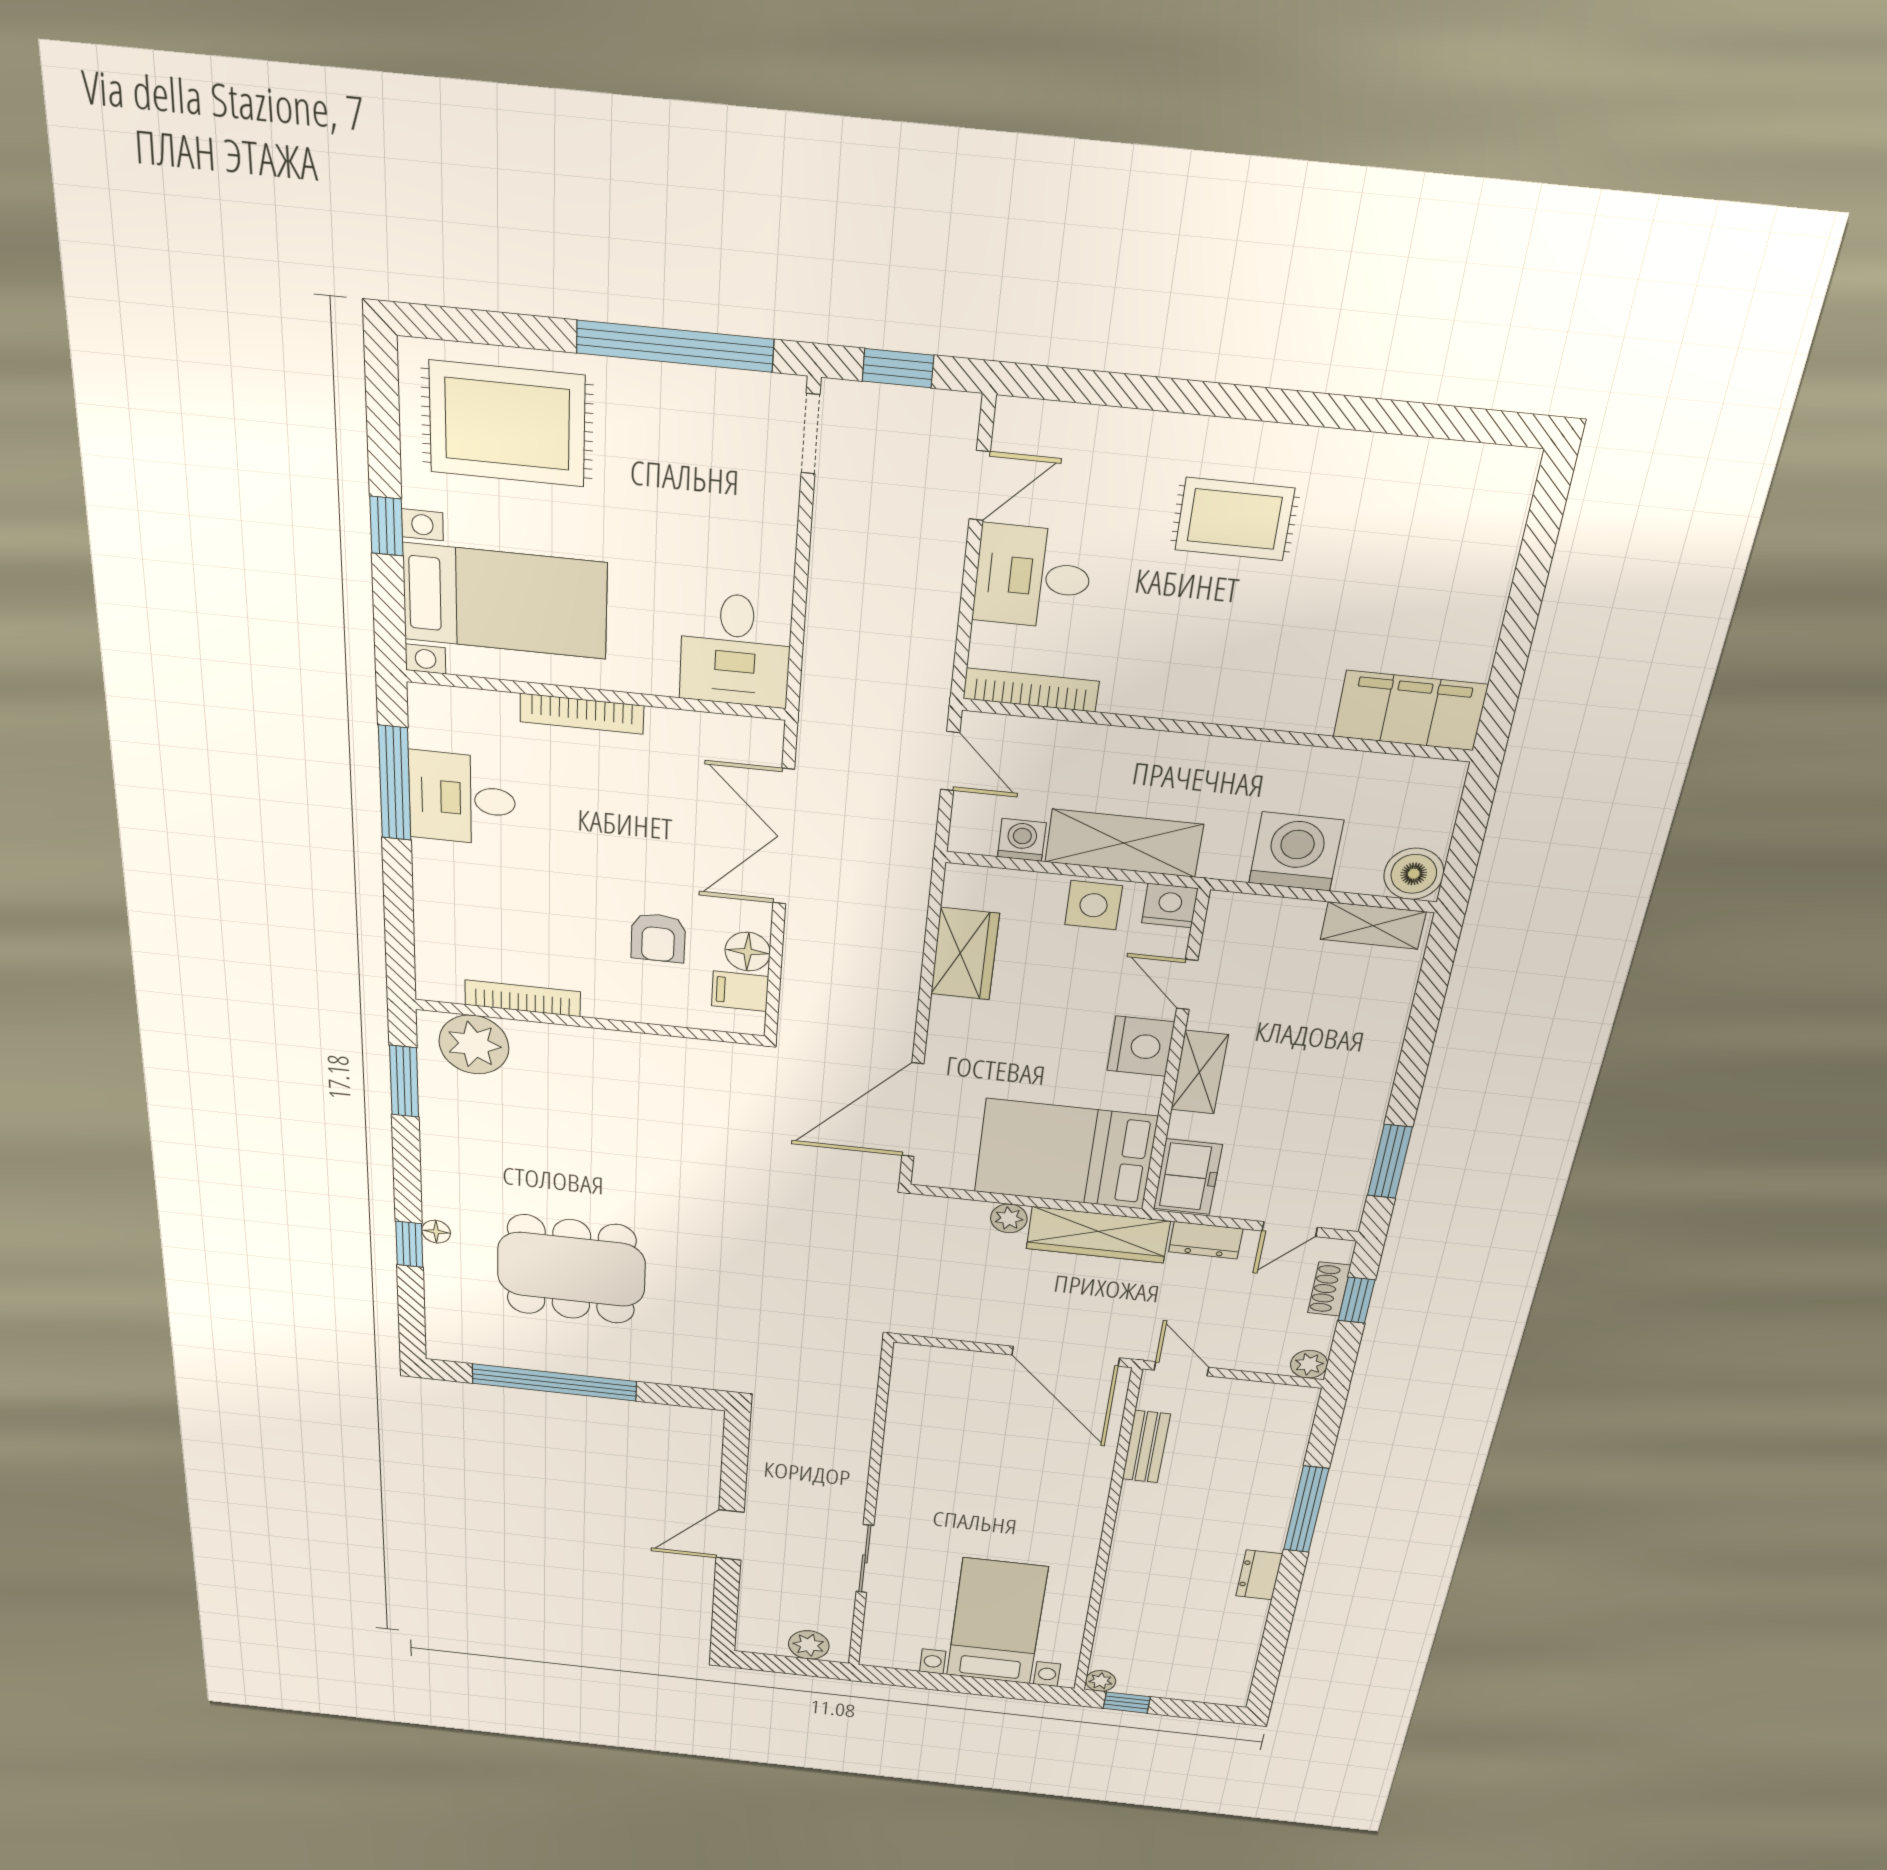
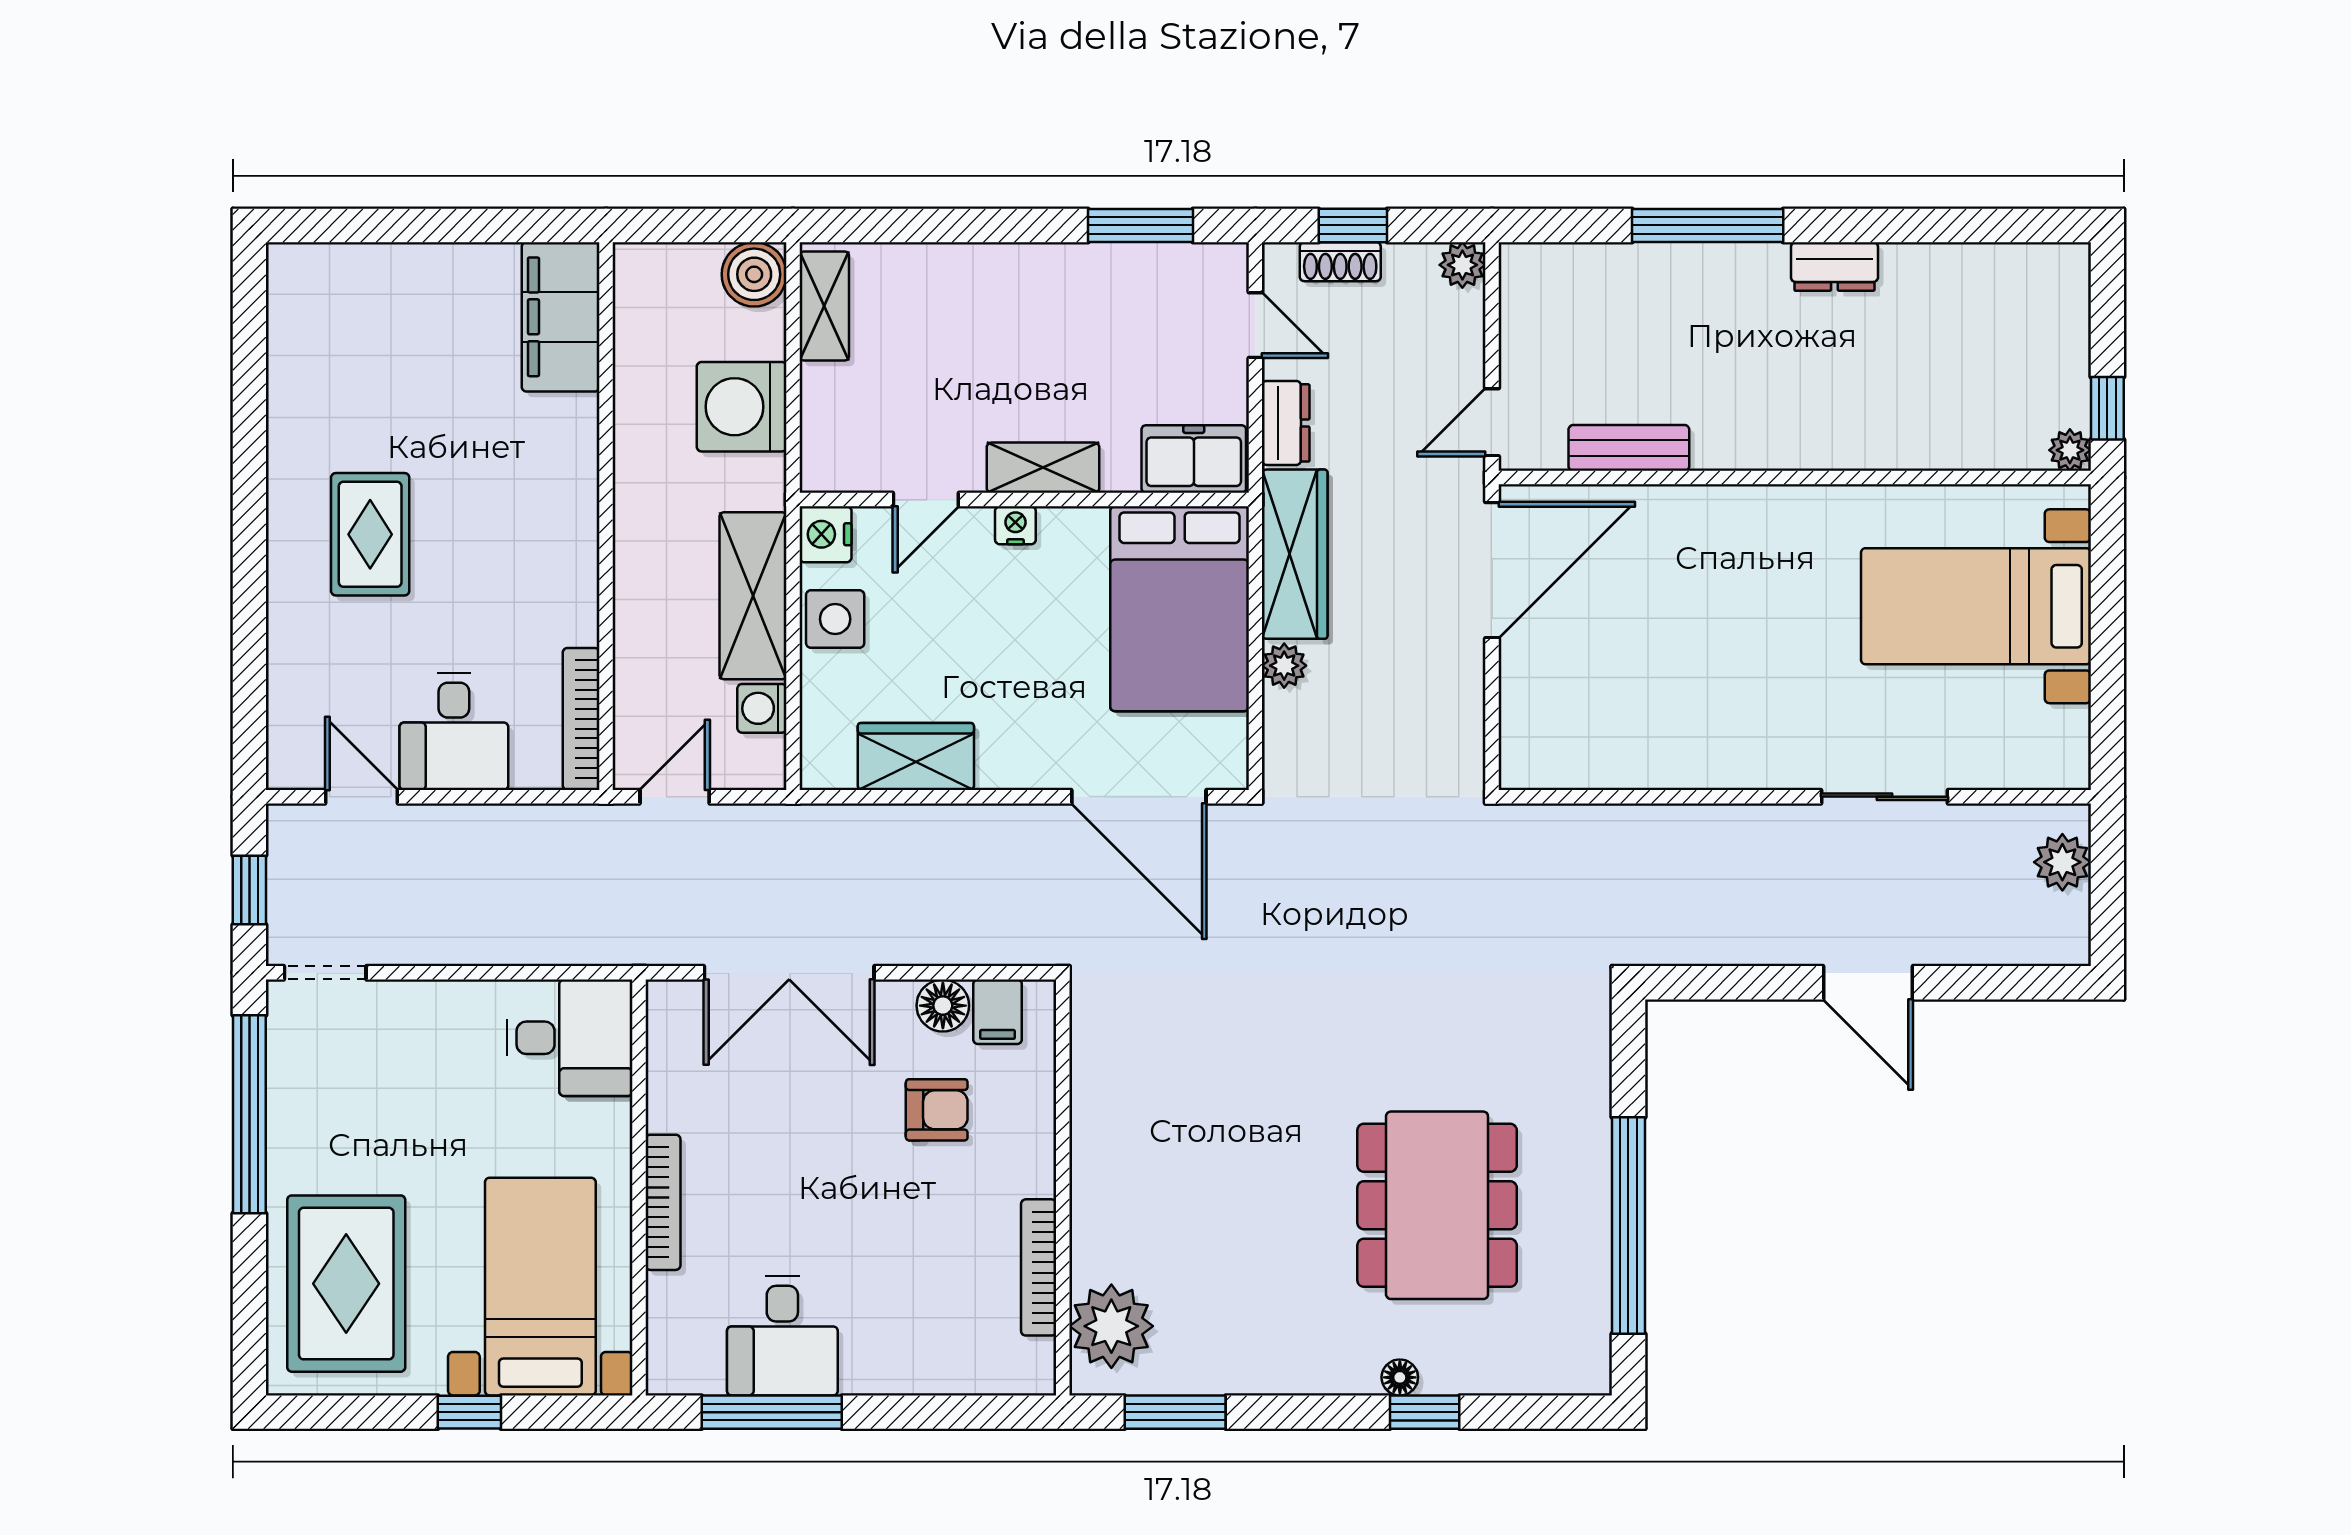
nightstand: (1141, 1046) -> (1015, 525), width x0.53, depth x0.56

